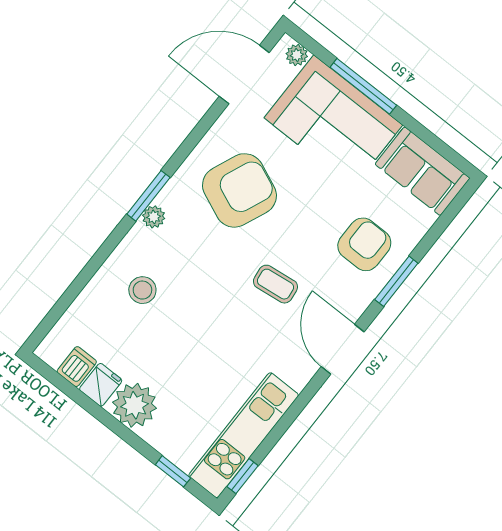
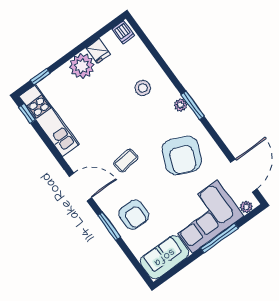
dishwasher: (77, 367) -> (123, 32), moved

